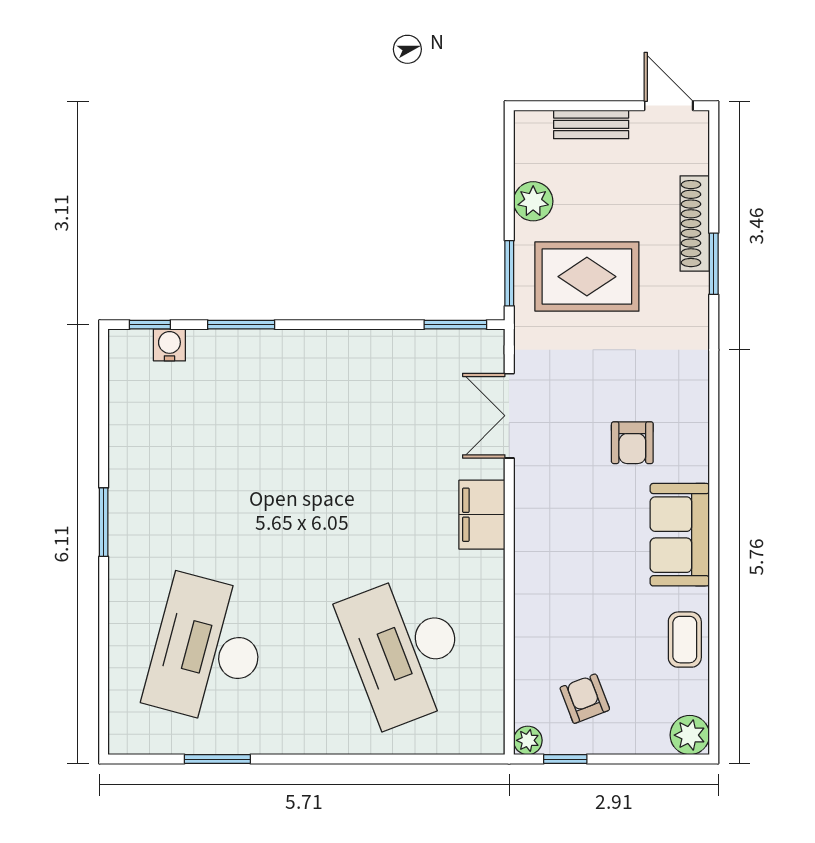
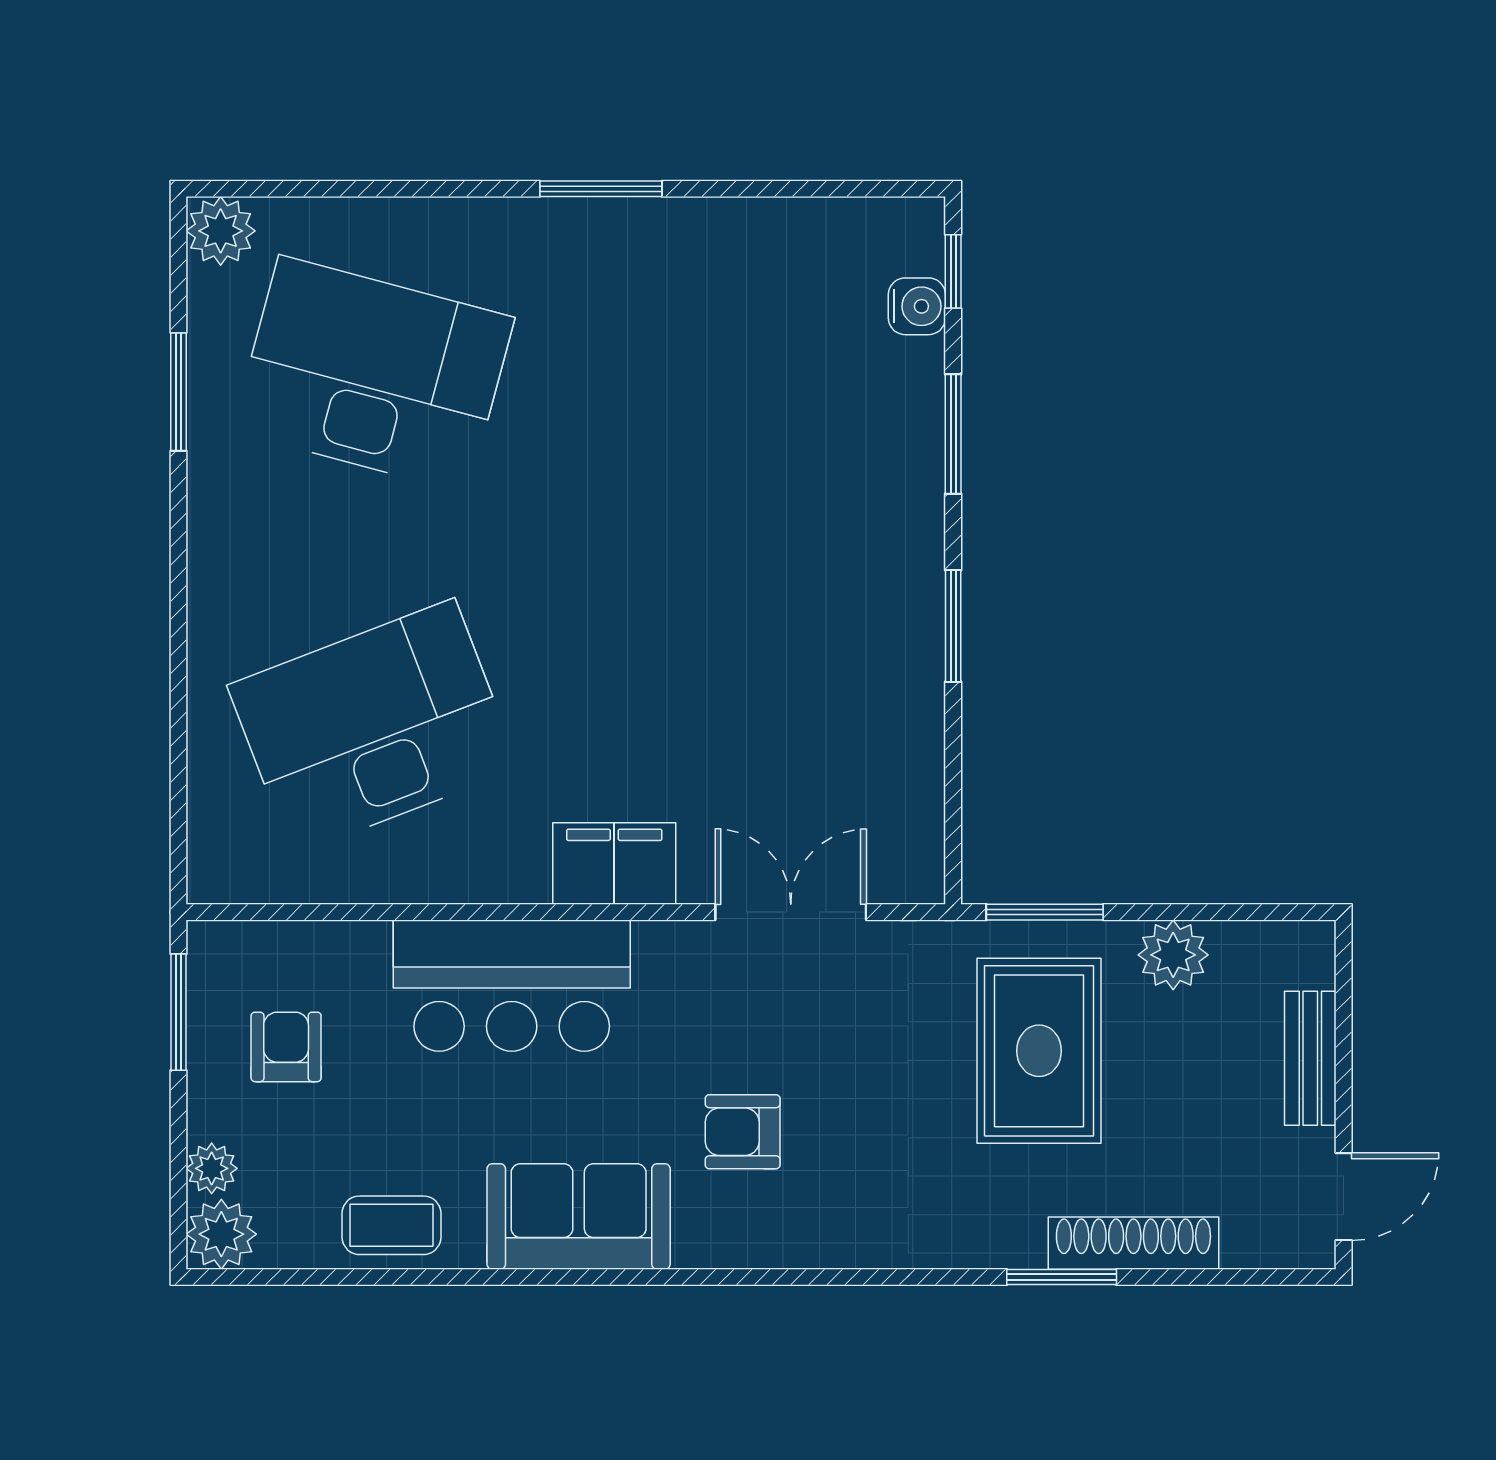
window: (455, 325) -> (953, 626), moved
bar counter: (550, 572) -> (512, 986), added
armchair: (585, 699) -> (286, 1047), turned -69
plant: (127, 735) -> (221, 231), added
plant: (528, 740) -> (212, 1168), moved
window: (565, 759) -> (178, 1012), width x1.50

